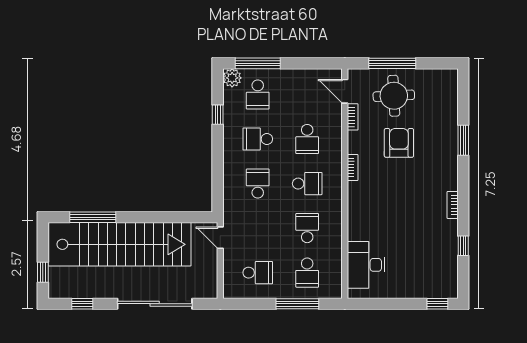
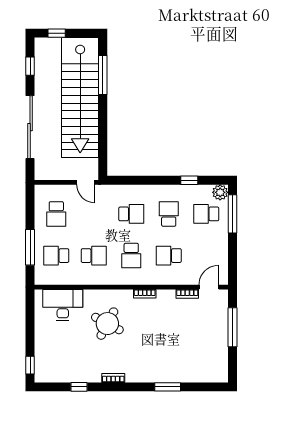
round table: (394, 96) -> (107, 324), moved, turned 31
armchair: (399, 143) -> (165, 333), removed
door: (220, 238) -> (86, 182), swing flipped

